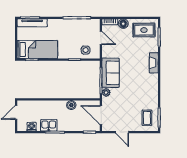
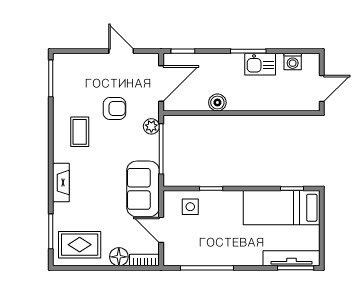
sofa: (110, 73) -> (143, 189), moved
armchair: (126, 102) -> (114, 109), added
door: (101, 115) -> (161, 83), hinge flipped
coffee table: (147, 118) -> (80, 132), moved

